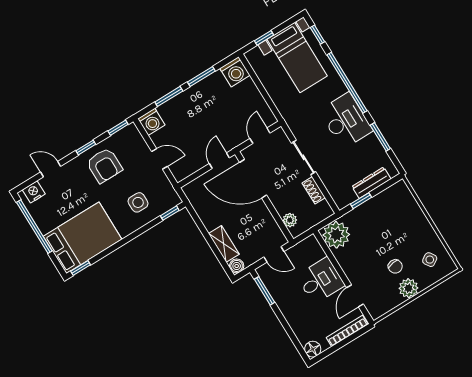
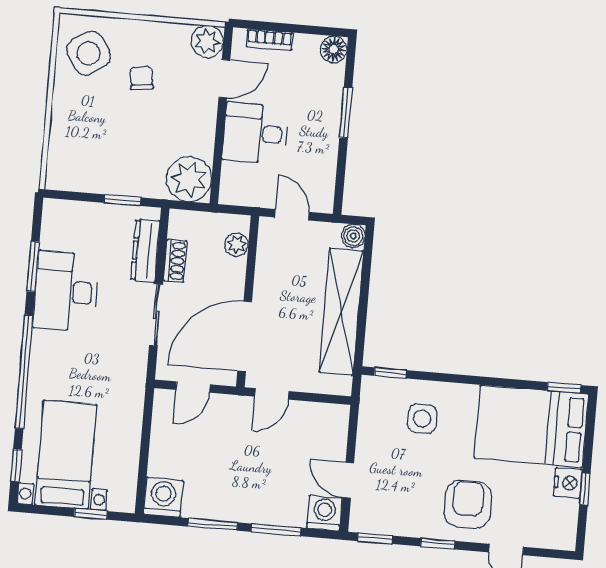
desk: (346, 121) -> (66, 291), moved
door: (159, 159) -> (348, 480), moved
armchair: (104, 165) -> (468, 504), moved
door: (253, 179) -> (245, 336), swing flipped
dresser: (371, 183) -> (145, 251), moved, turned 90
nightstand: (34, 192) -> (568, 483), moved, turned -90
window: (34, 227) -> (585, 489), width x0.32
shelving: (224, 244) -> (341, 312), width x2.20, depth x1.33
side table: (430, 260) -> (88, 53), width x1.87, depth x1.87
plant: (408, 288) -> (207, 41), moved
window: (265, 291) -> (346, 113), moved
bookcase: (347, 331) -> (270, 40), width x0.64

